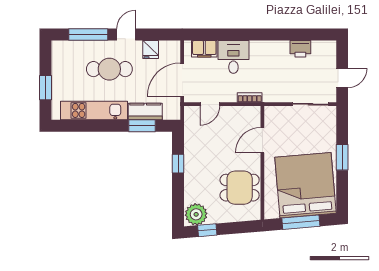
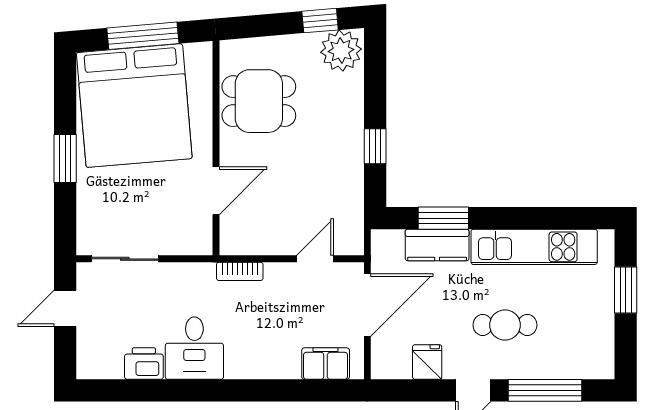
desk: (233, 57) -> (194, 348), moved
cafe table: (109, 69) -> (505, 325), width x0.73, depth x0.74

